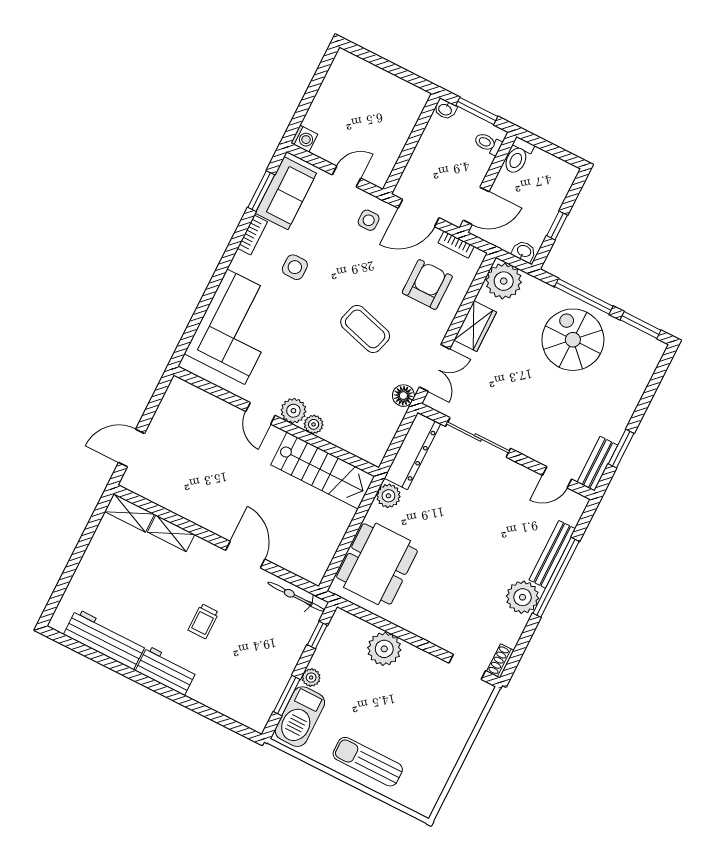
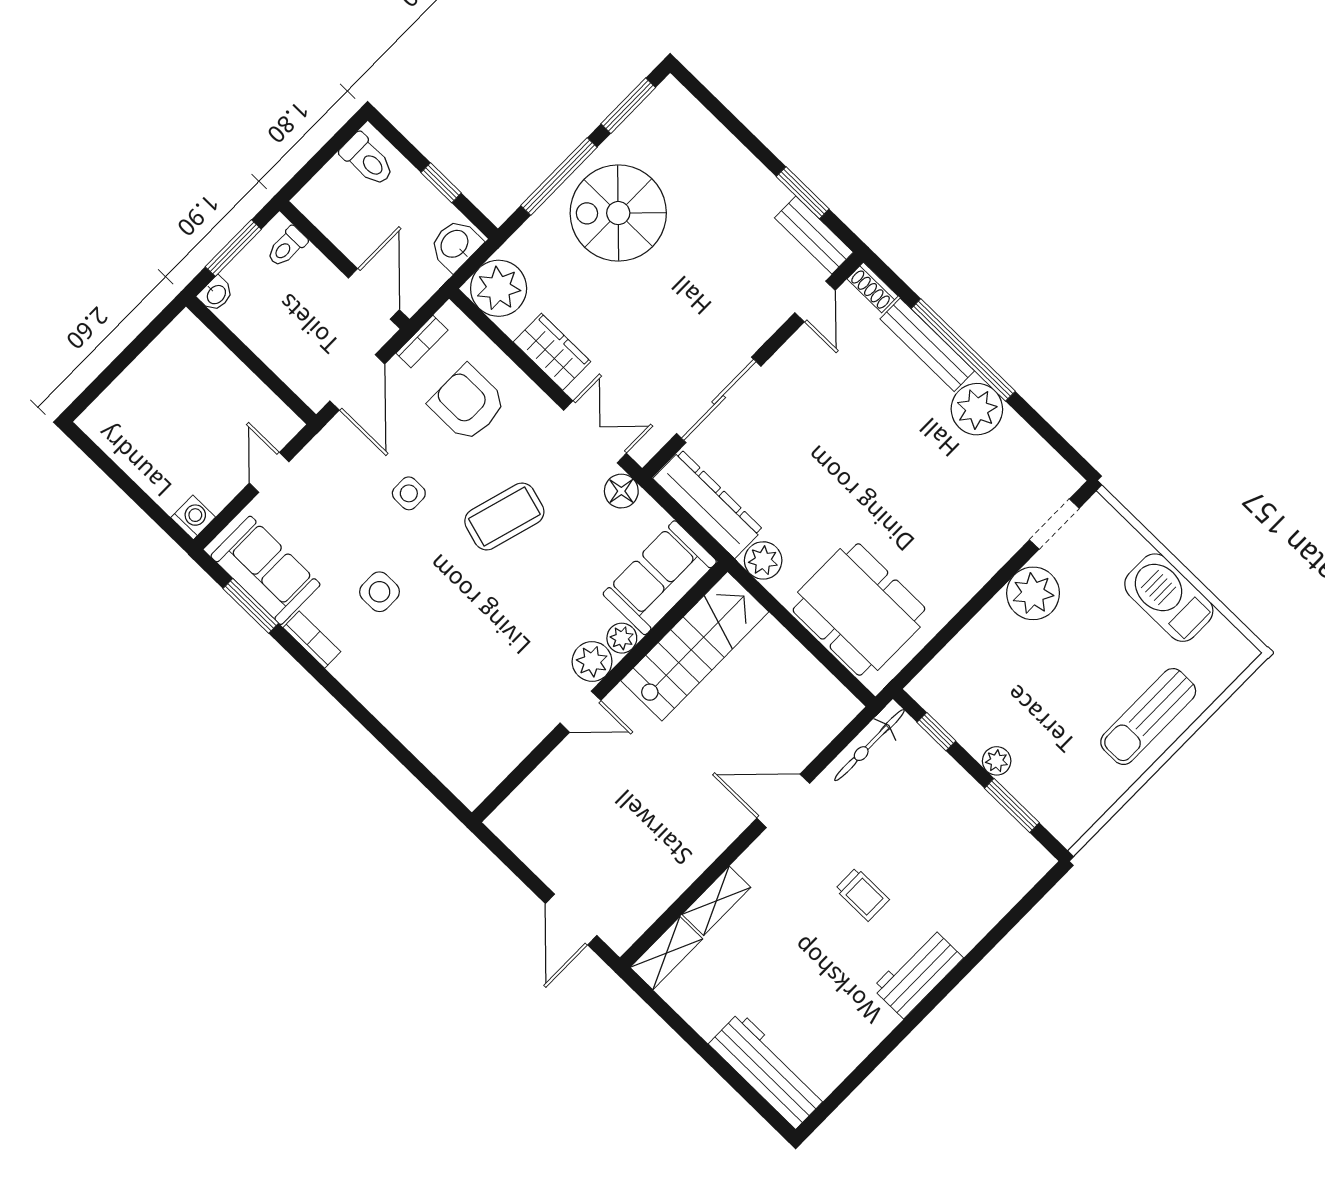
toilet: (518, 156) -> (367, 160), moved
side table: (369, 220) -> (409, 493), moved
washbasin: (524, 251) -> (455, 245), width x1.38, depth x1.45
corner sofa: (236, 327) -> (440, 707), removed
sofa: (358, 436) -> (660, 578), added
workbench: (105, 639) -> (768, 1070), moved, turned 90
plant: (384, 649) -> (1033, 593), moved
shoe rack: (500, 661) -> (873, 288), moved
barbecue: (300, 717) -> (1169, 598), moved, turned 180

